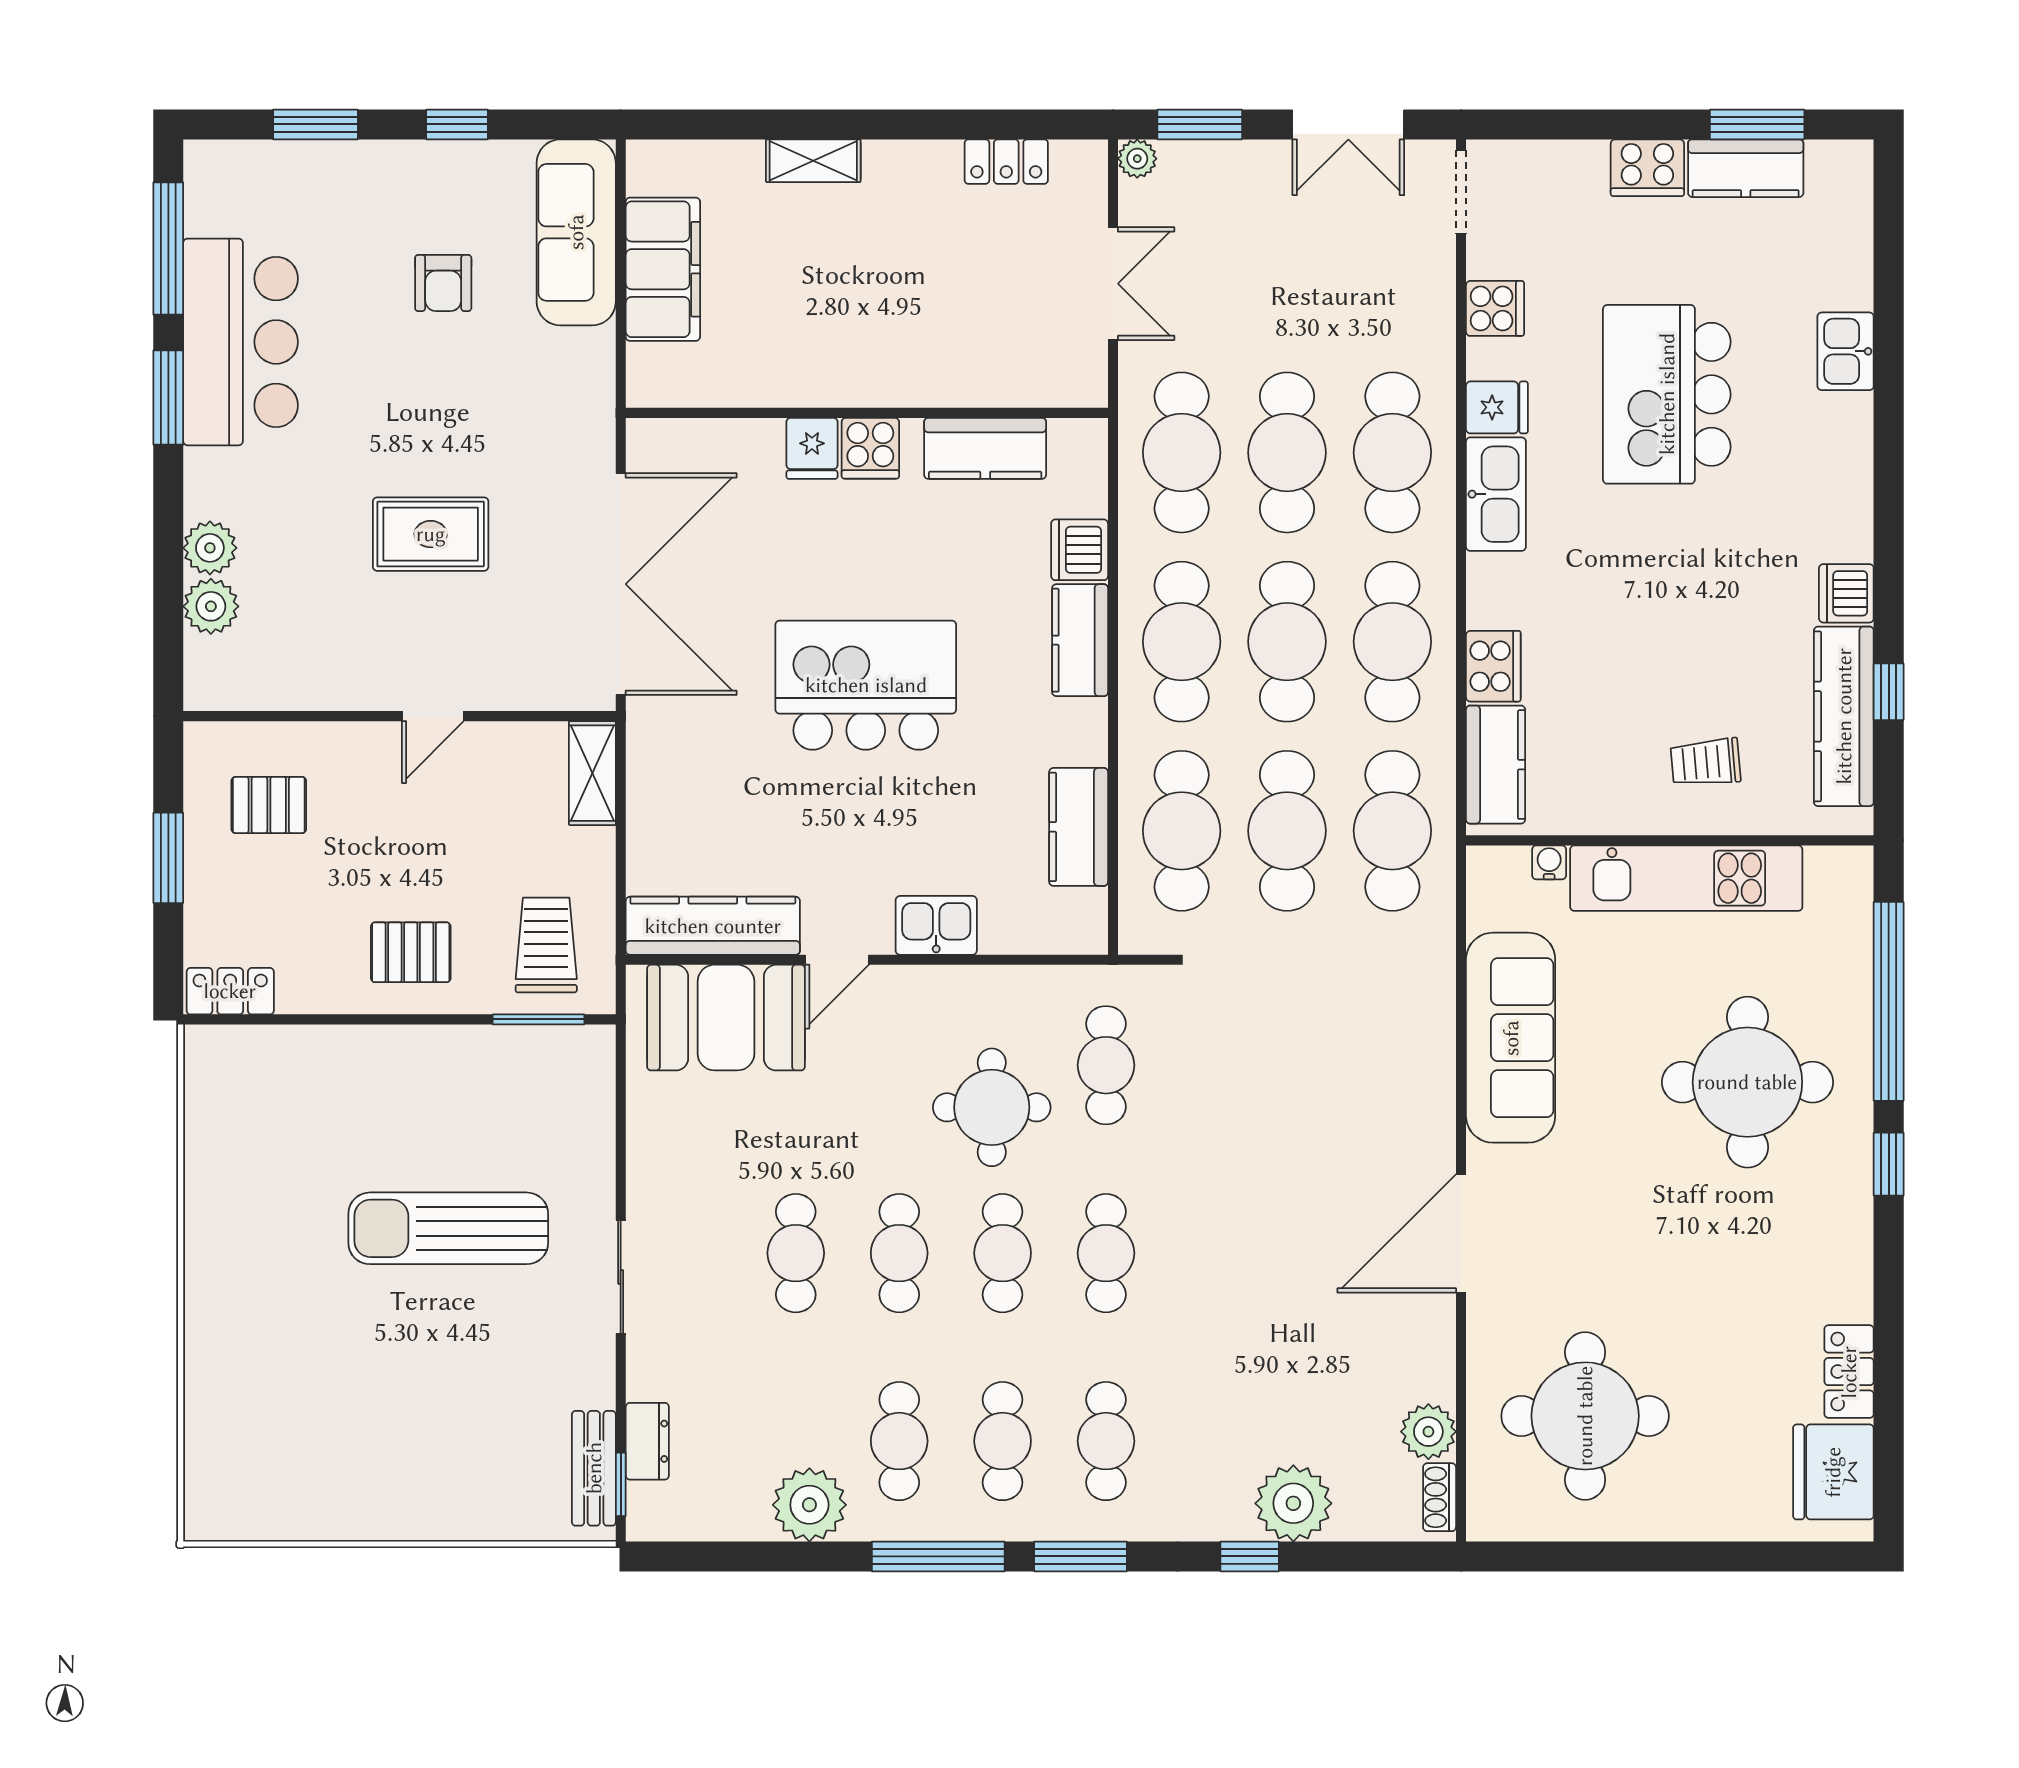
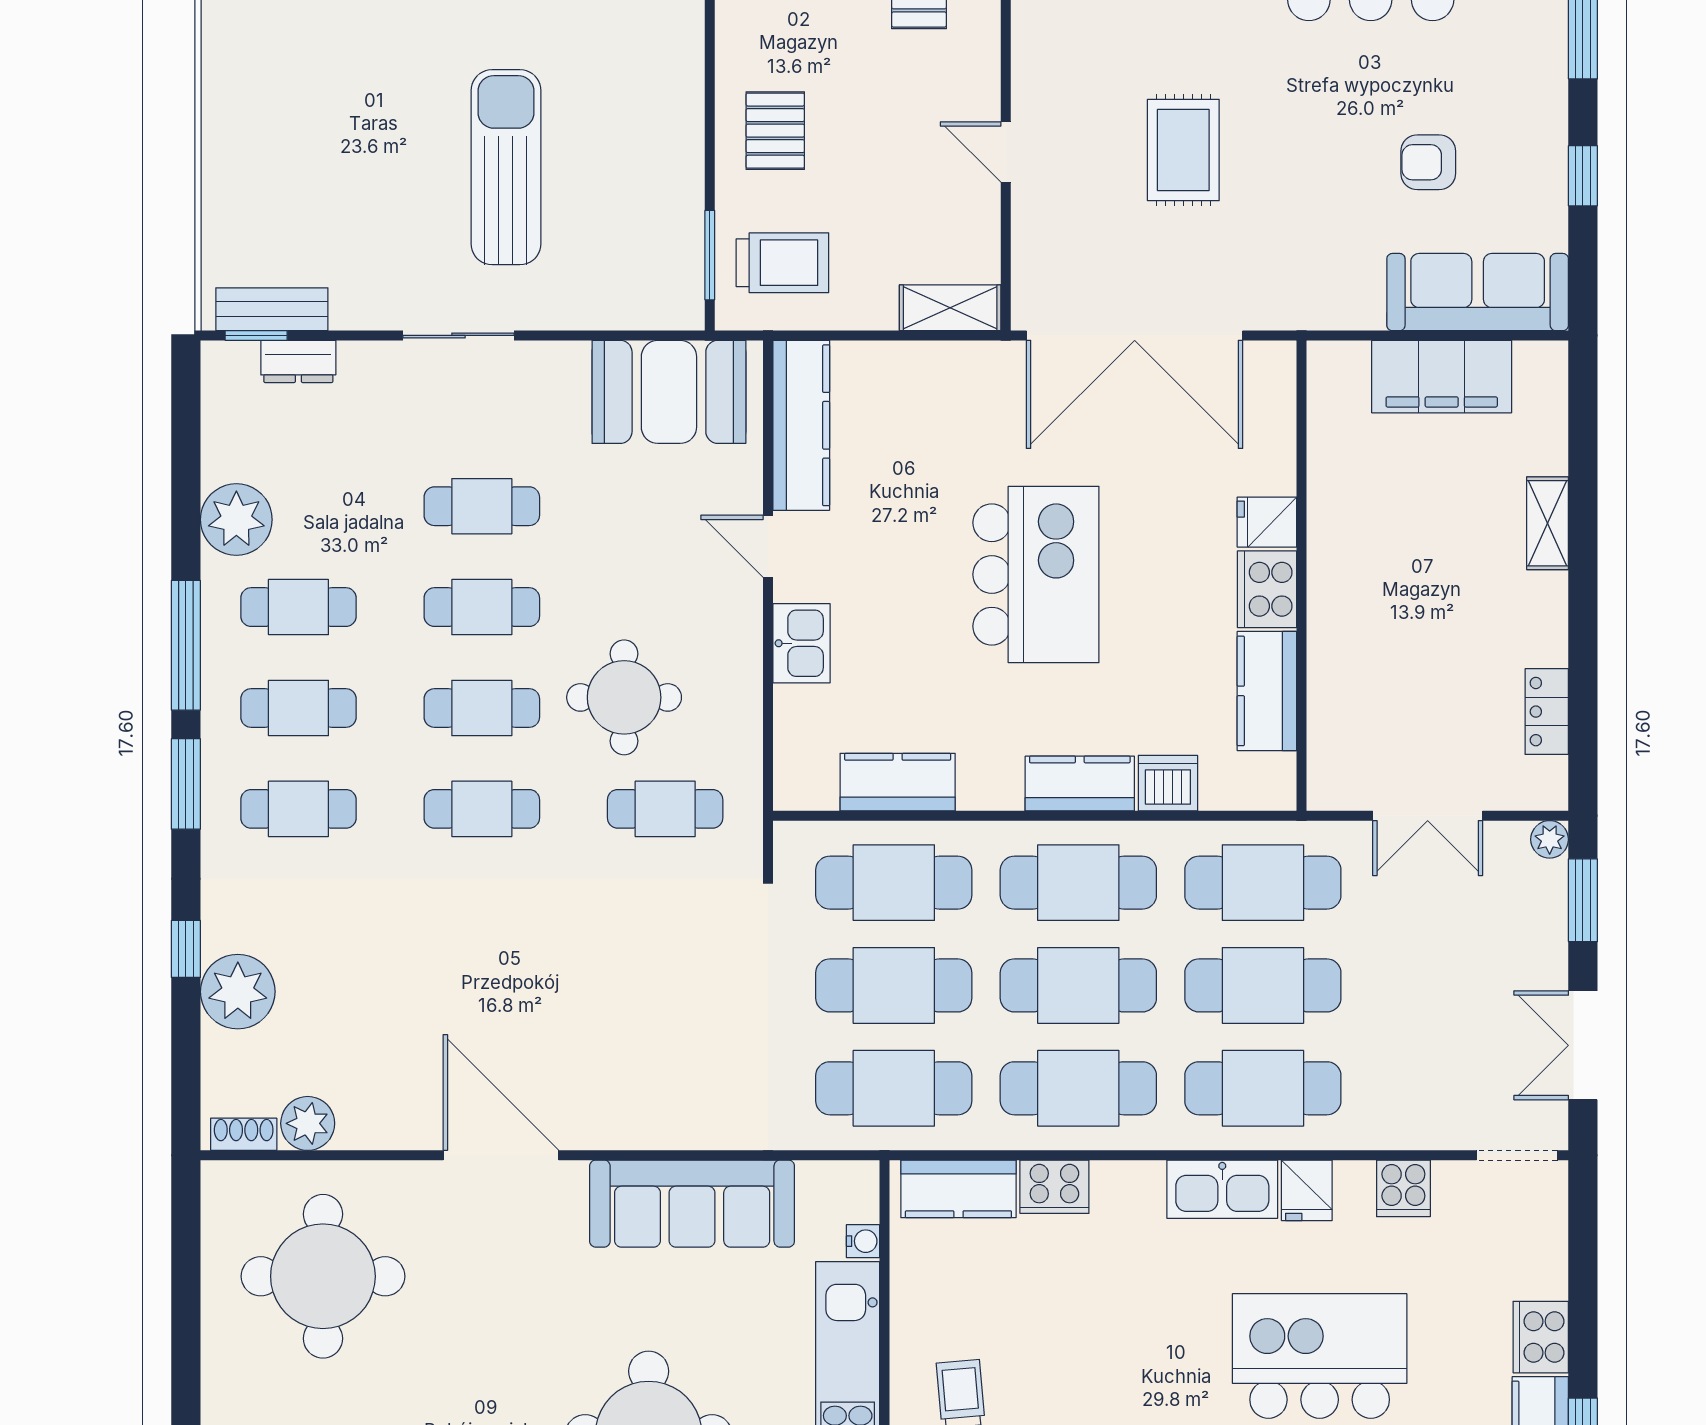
cooker: (870, 448) -> (1267, 589), width x1.36
booth: (726, 1018) -> (669, 392), moved, turned 90

